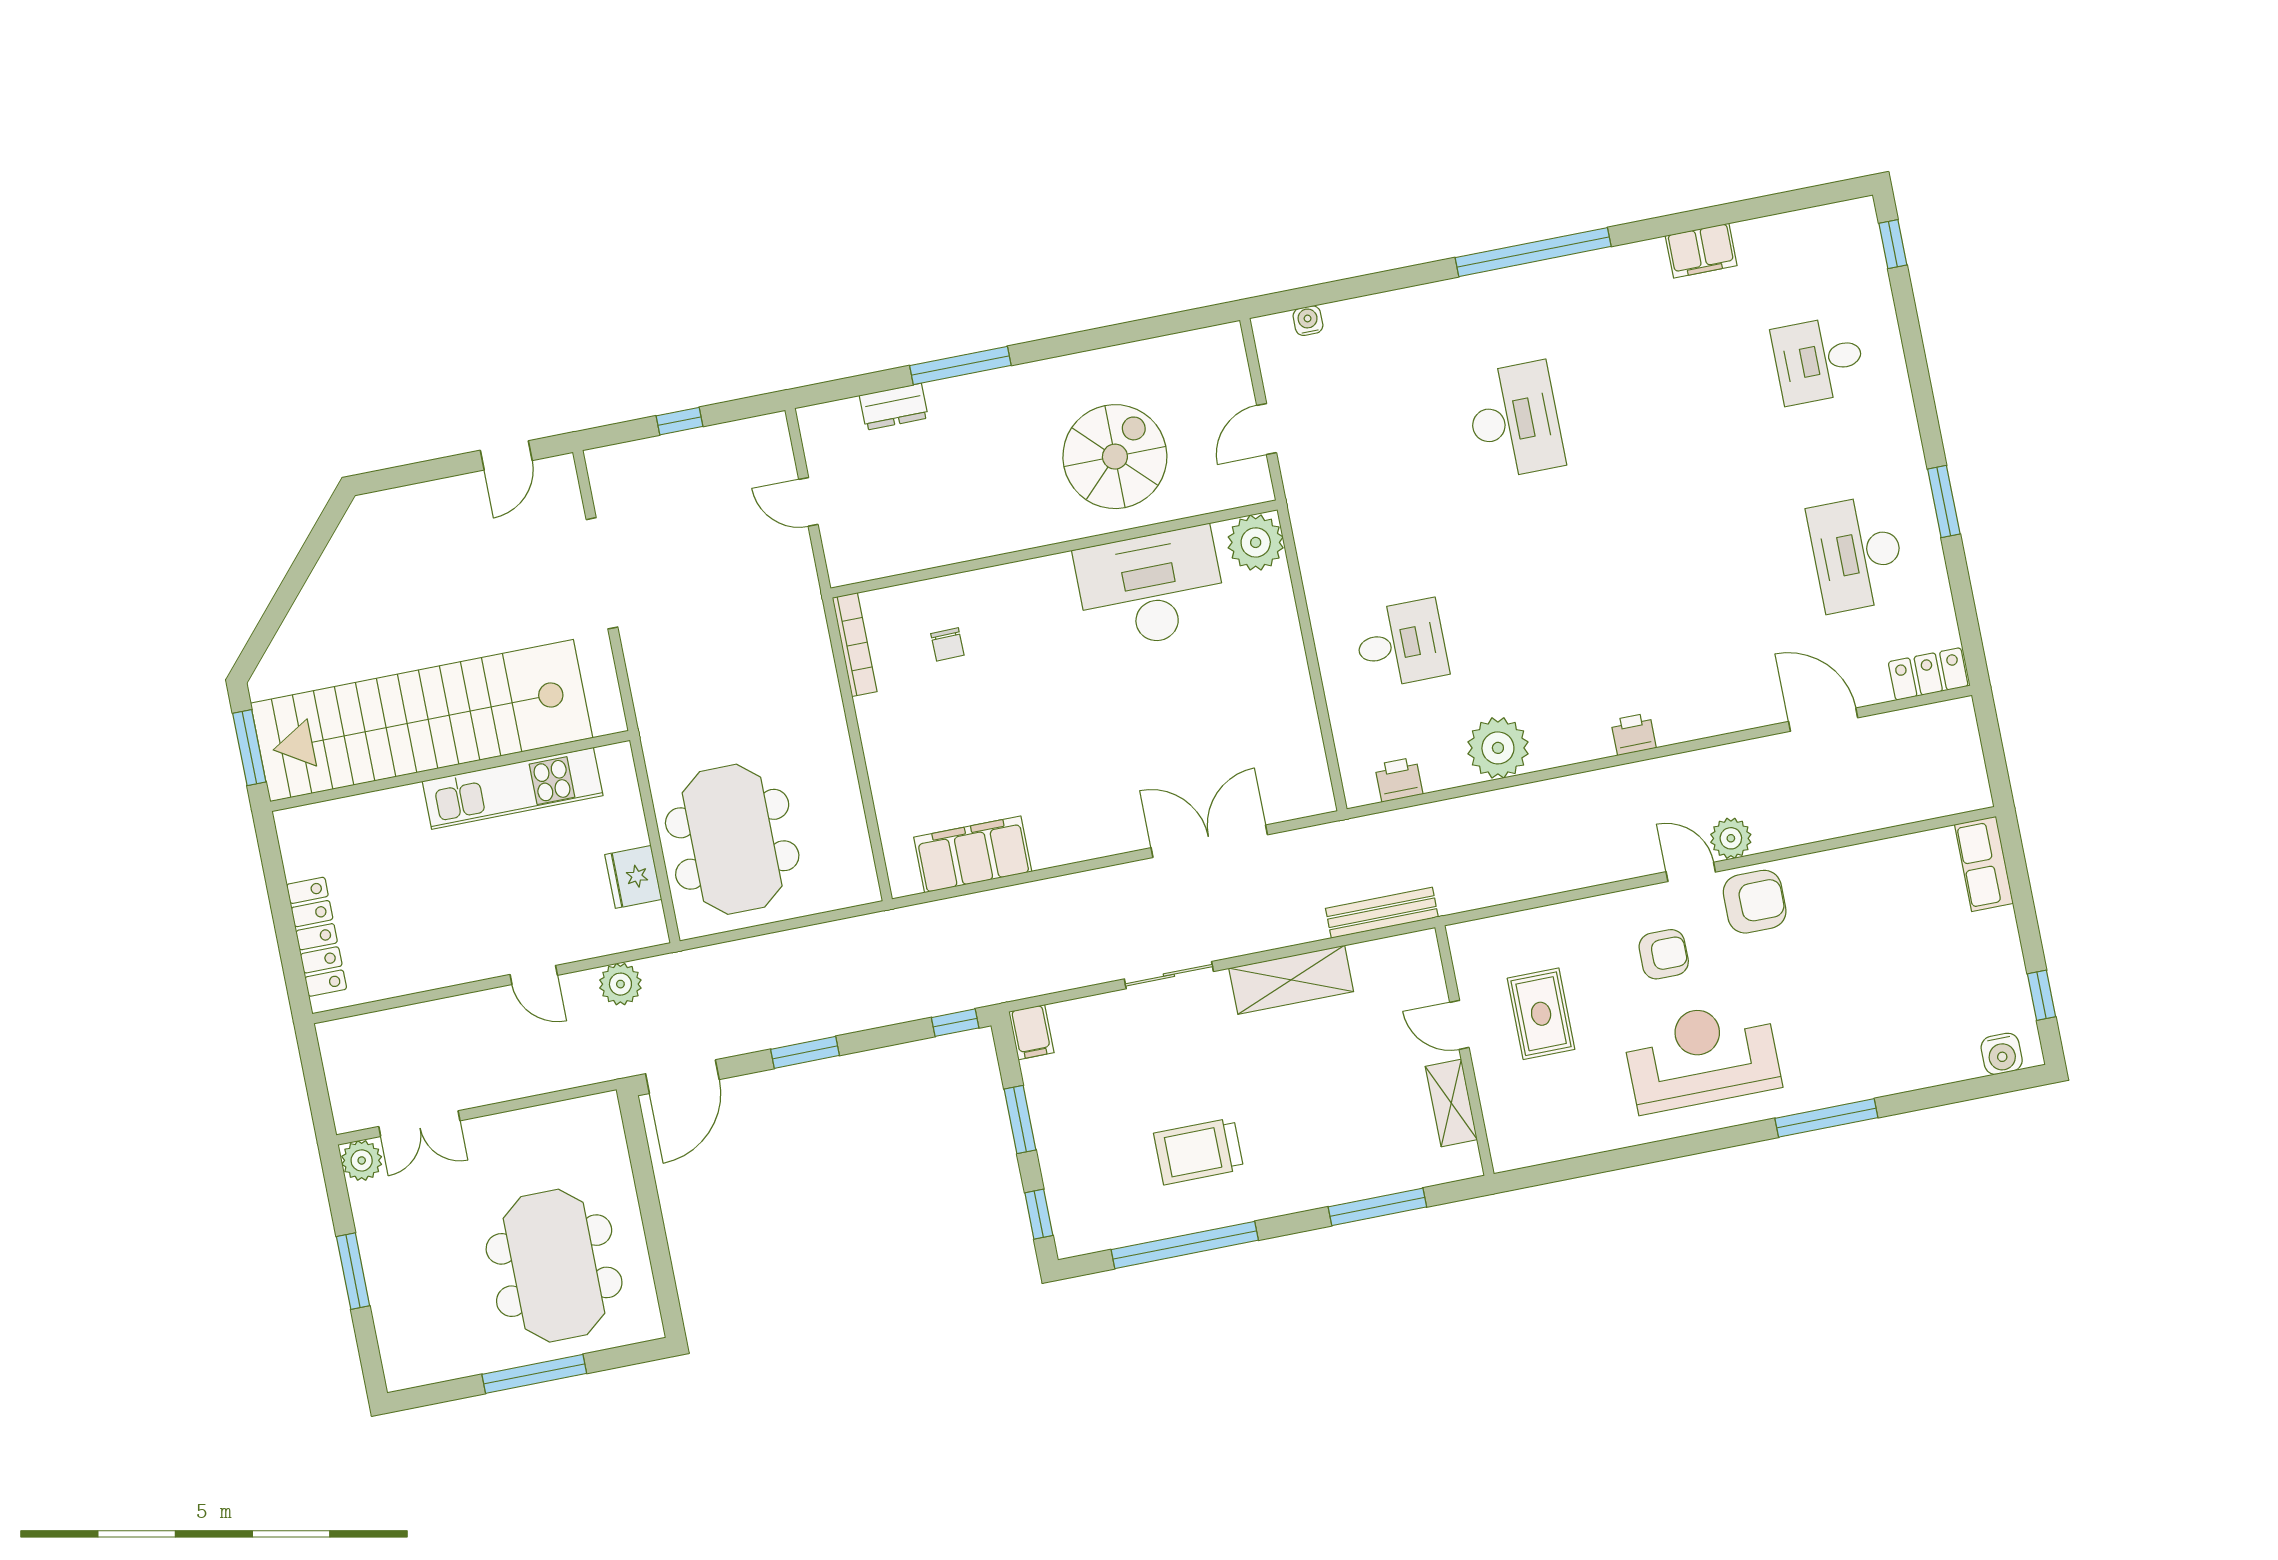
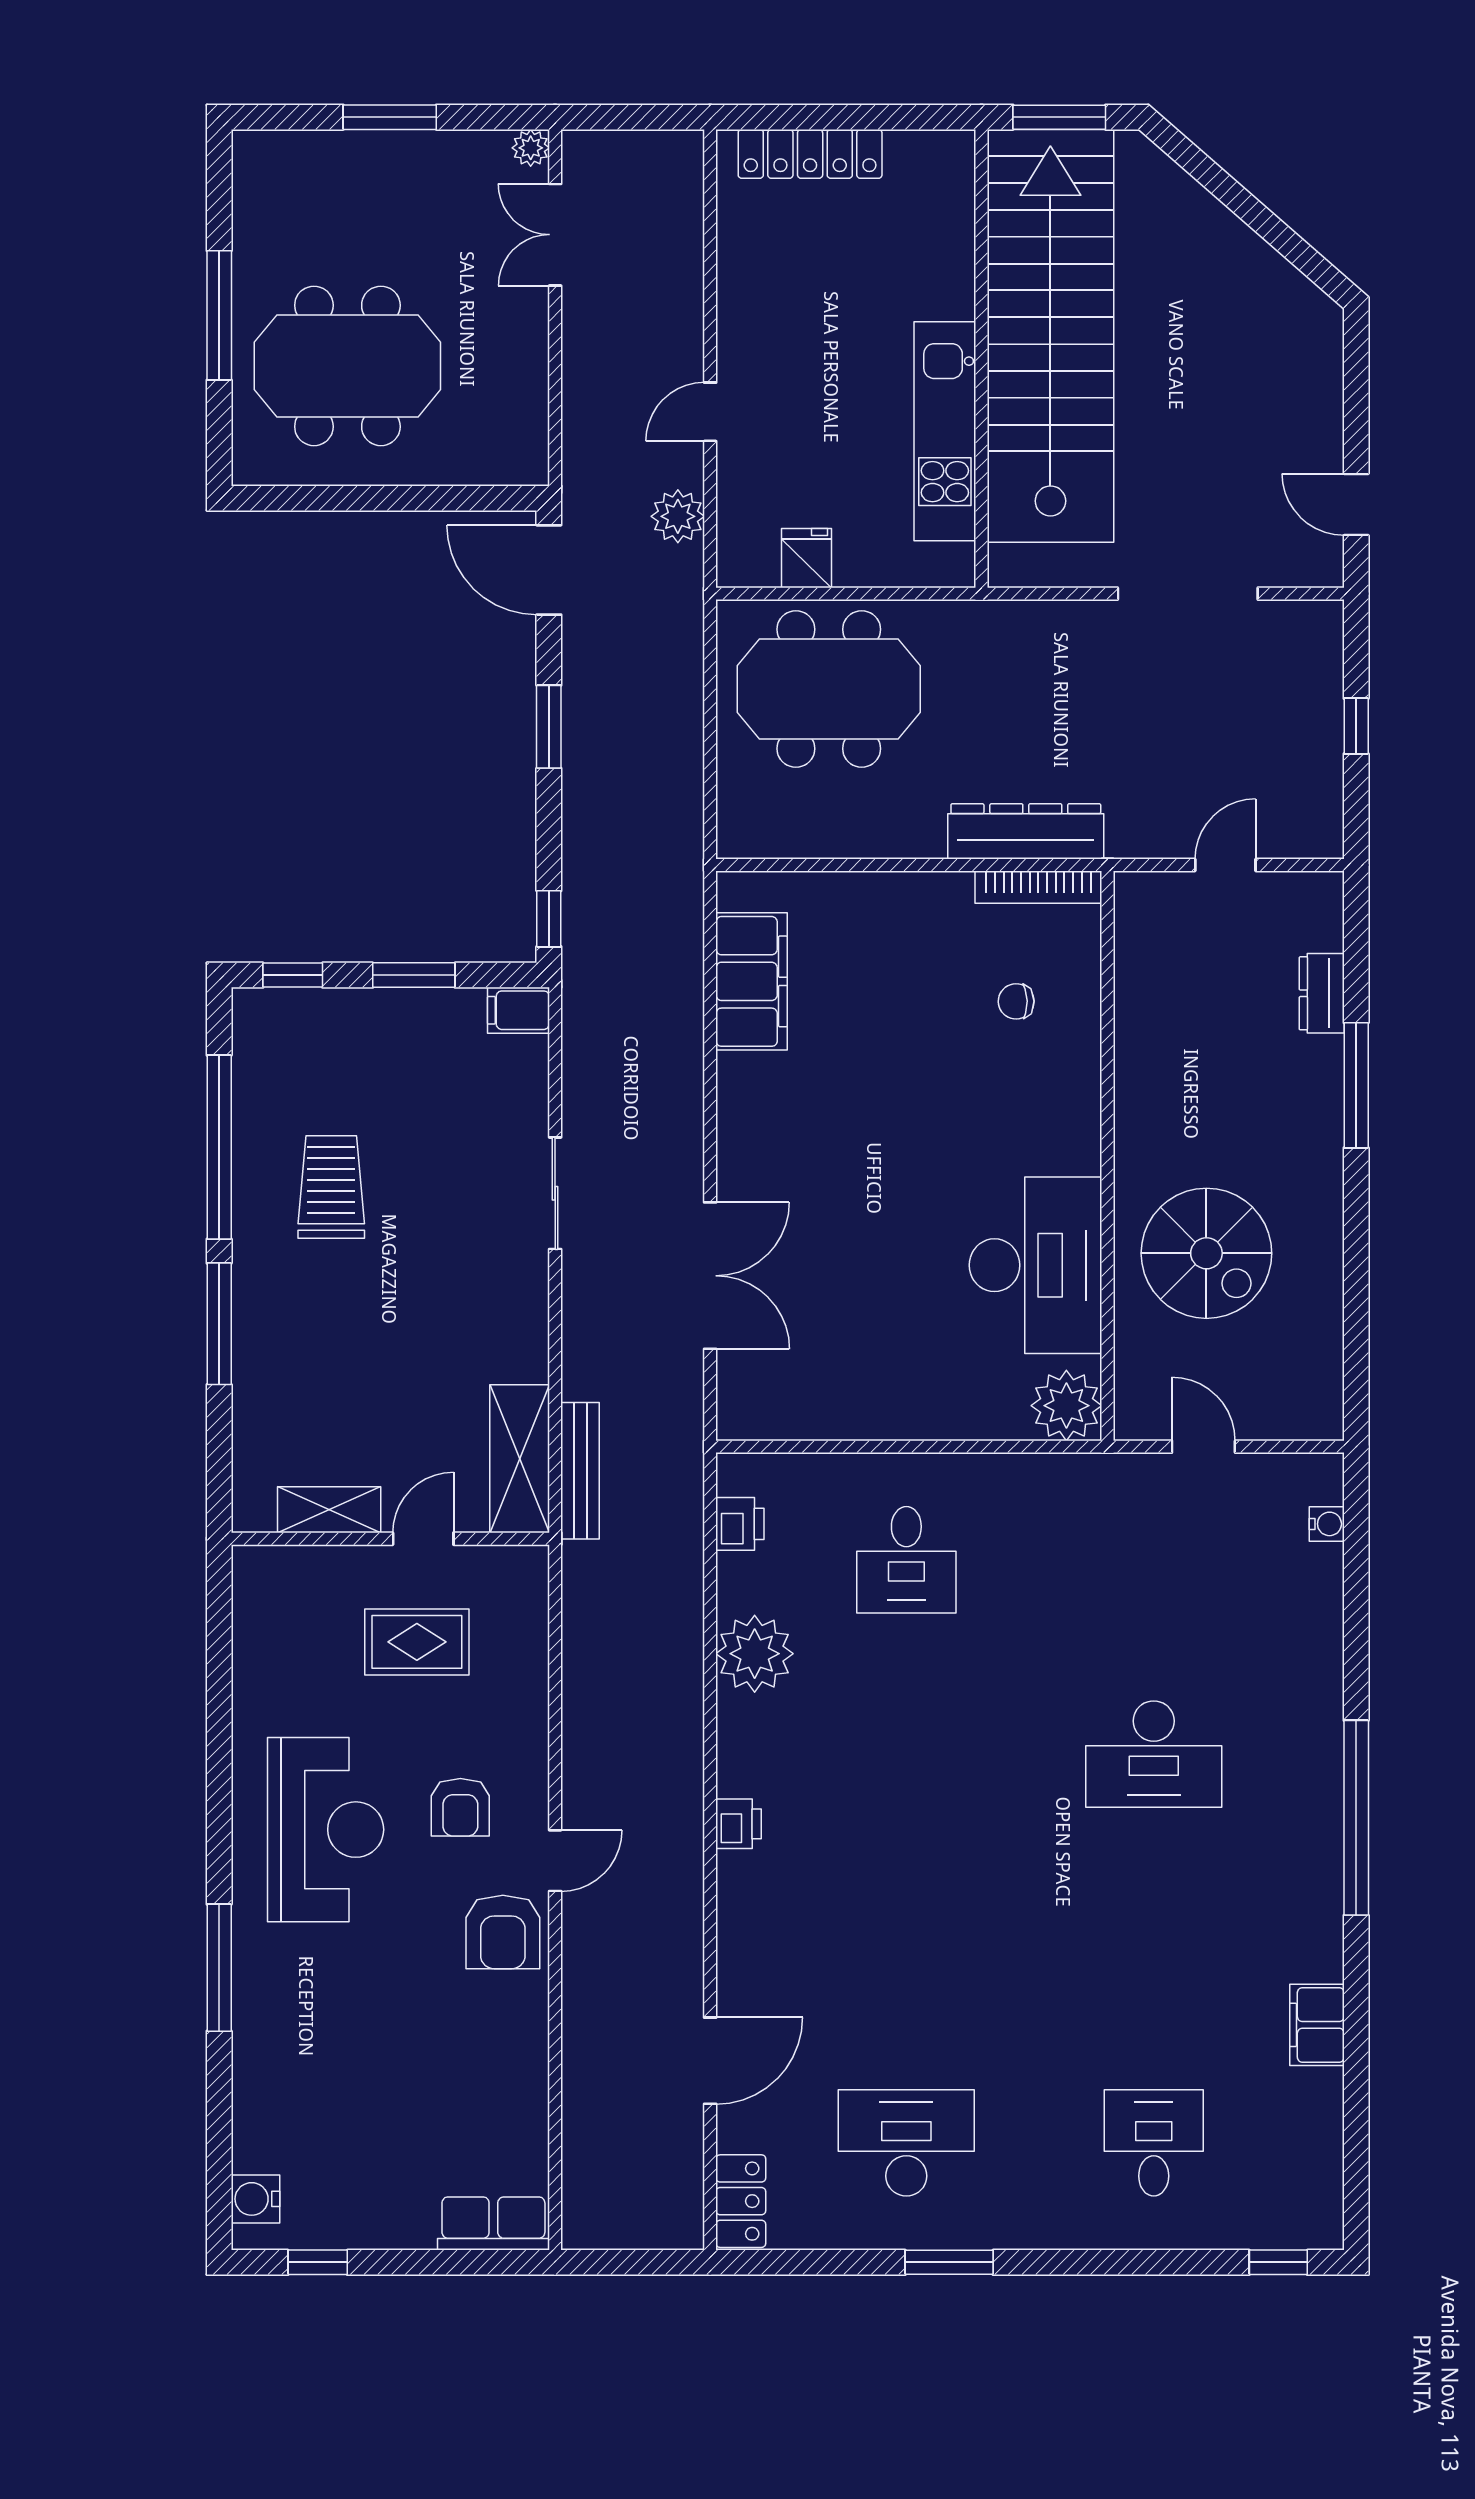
dresser: (813, 663) -> (1026, 831), added
plant: (1731, 838) -> (587, 1918), removed
fridge: (633, 877) -> (807, 558), width x0.72
shelving: (1291, 980) -> (520, 1459), moved
plant: (362, 1160) -> (531, 148), width x0.73, depth x0.73
window: (1377, 1207) -> (219, 1324), moved

